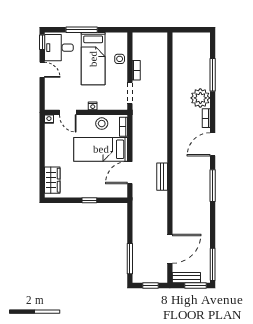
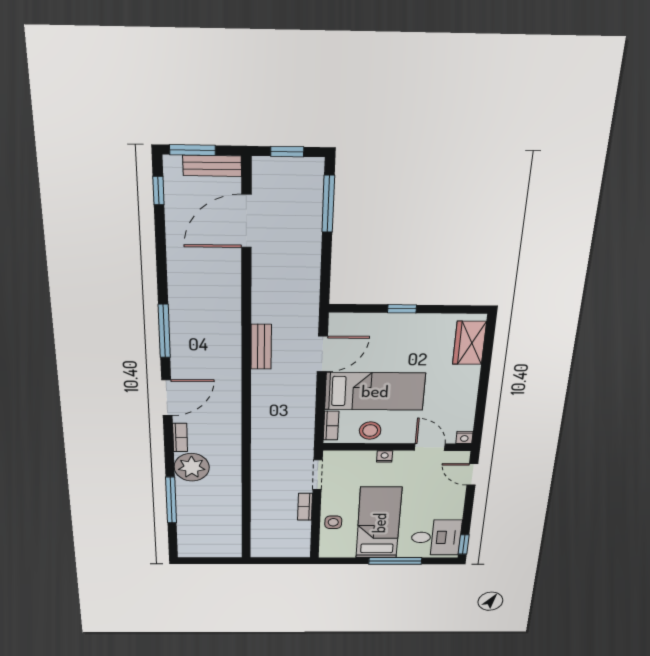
door: (42, 70) -> (472, 474), moved
window: (213, 264) -> (158, 191), width x0.46

